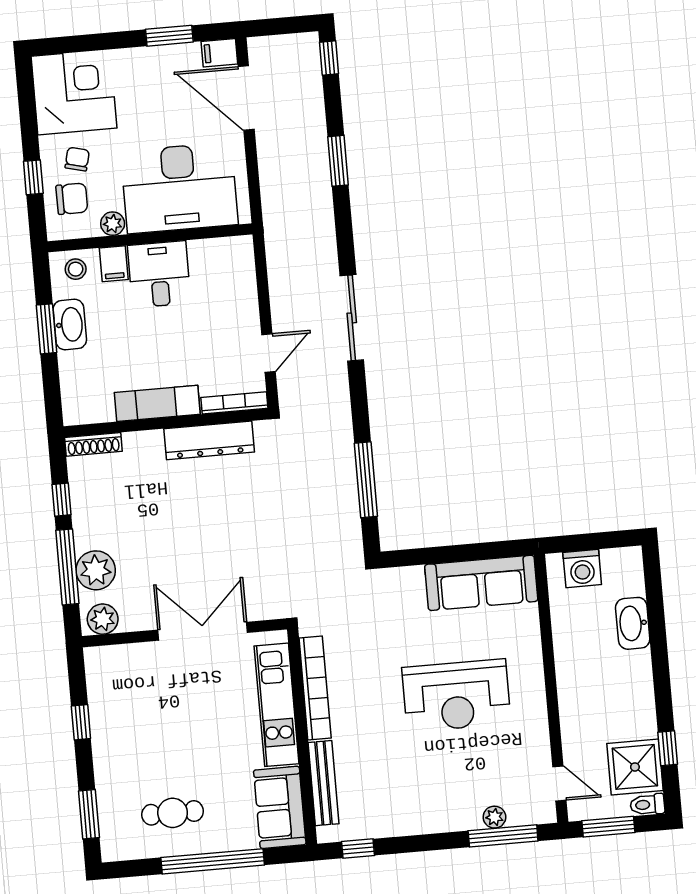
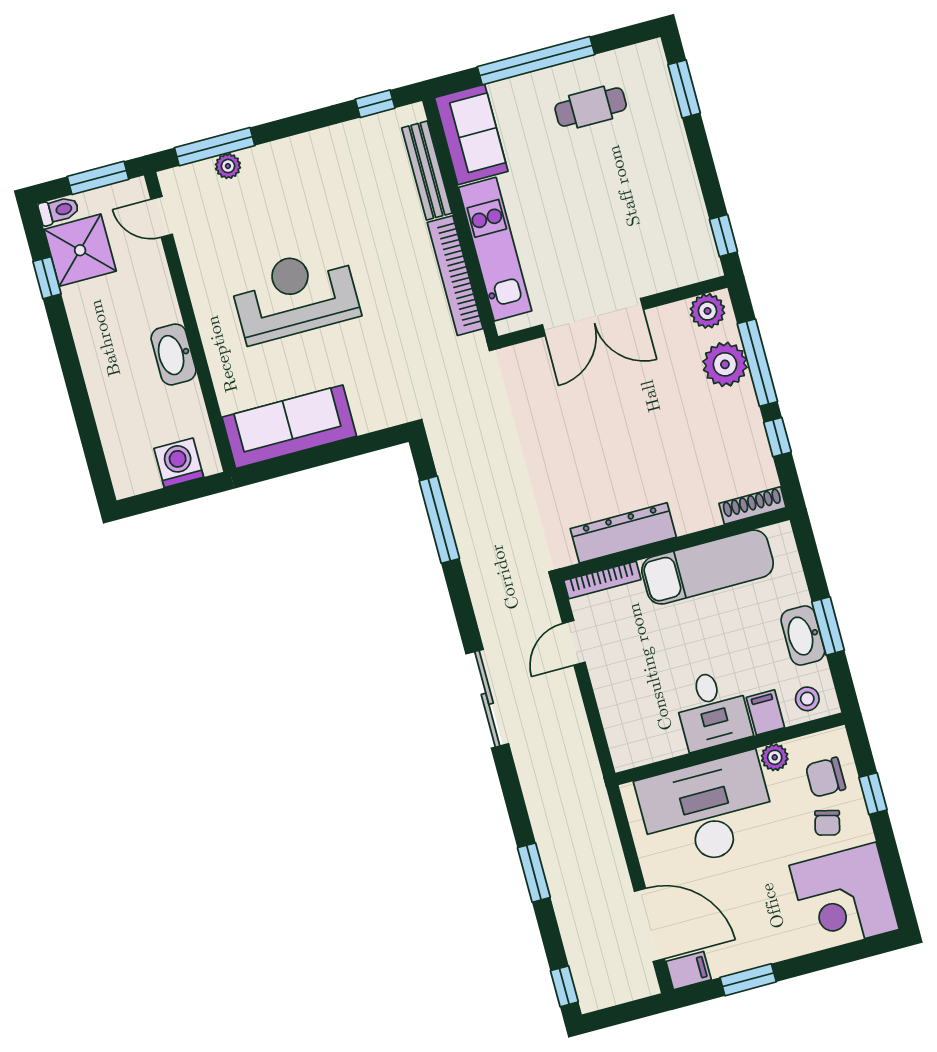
exam couch: (157, 403) -> (708, 567), width x1.36, depth x1.45
washbasin: (633, 623) -> (174, 354), moved, turned 180
window: (81, 722) -> (723, 236), moved

